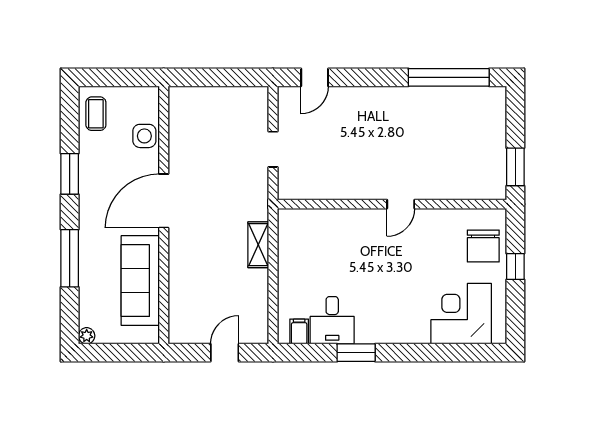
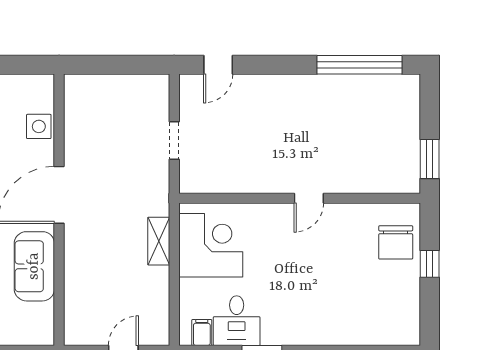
sofa: (140, 281) -> (34, 266), width x0.73
corner desk: (461, 314) -> (211, 245), moved, turned 90

